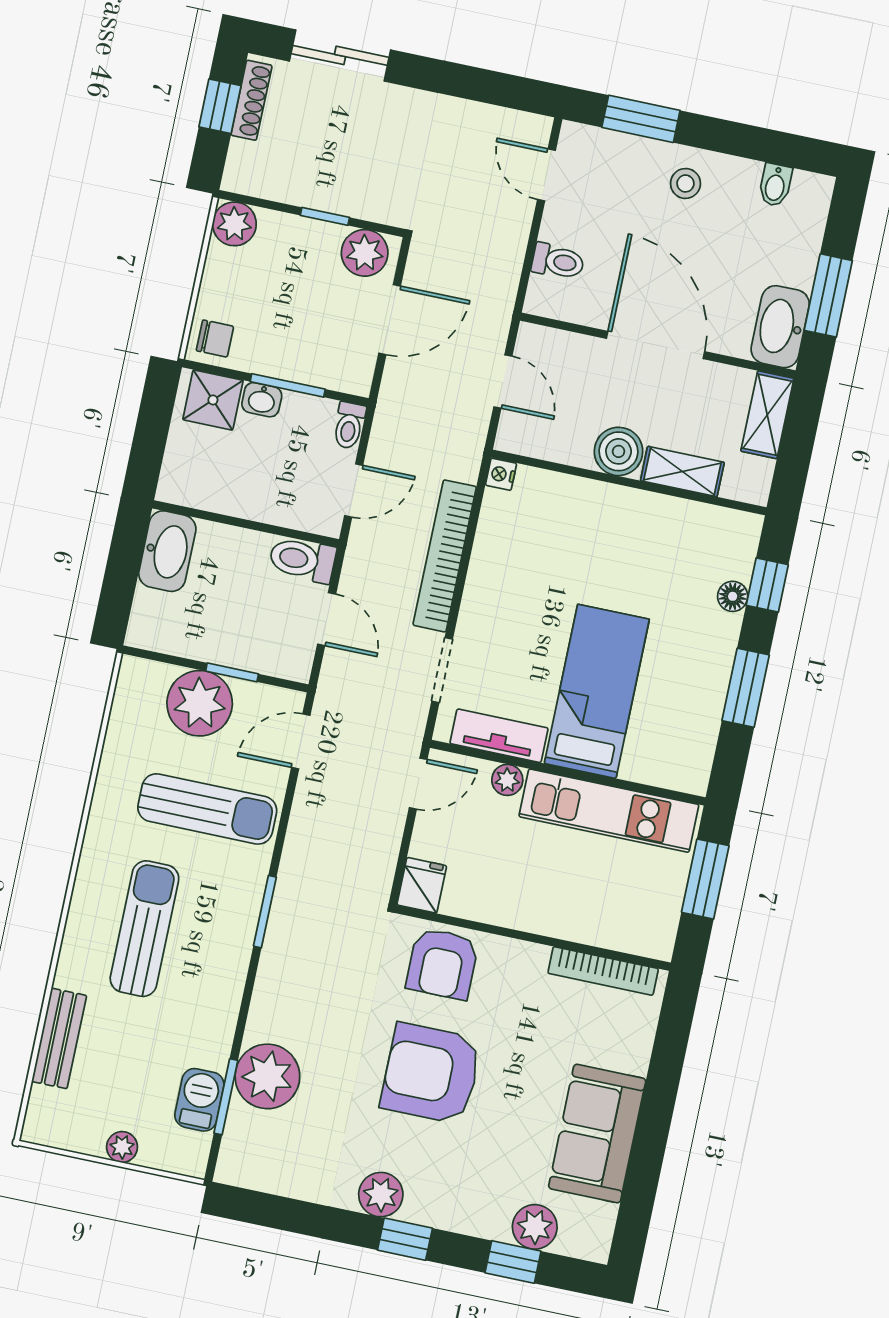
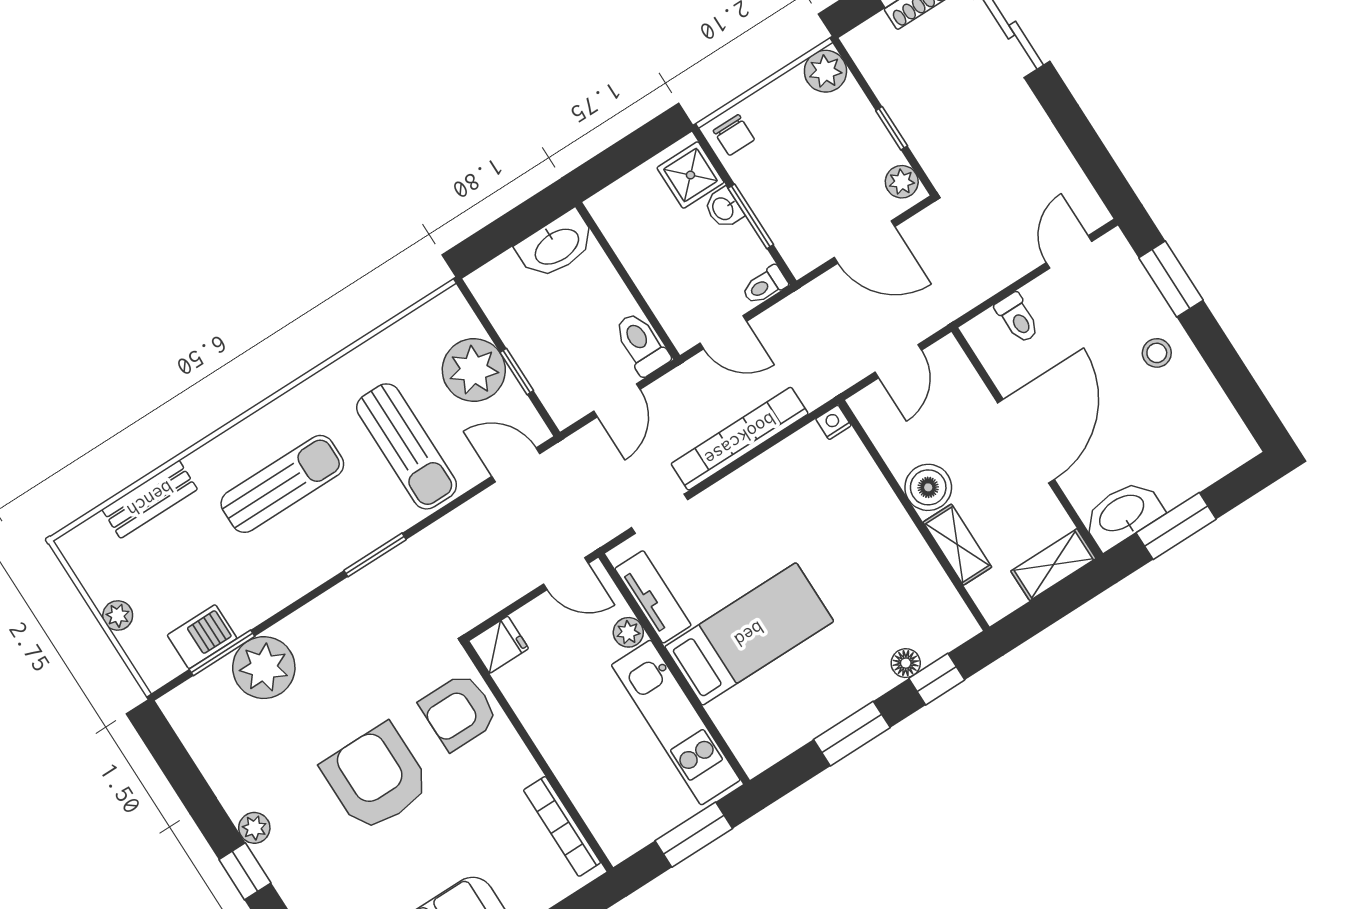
bidet: (775, 185) -> (1216, 415), removed
plant: (365, 253) -> (902, 182), width x0.73, depth x0.73
plant: (381, 1195) -> (254, 828), width x0.73, depth x0.73

